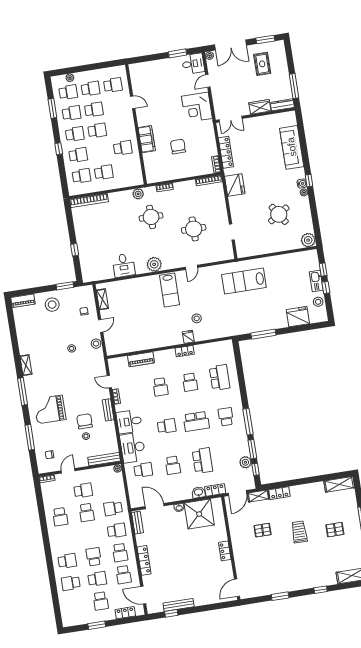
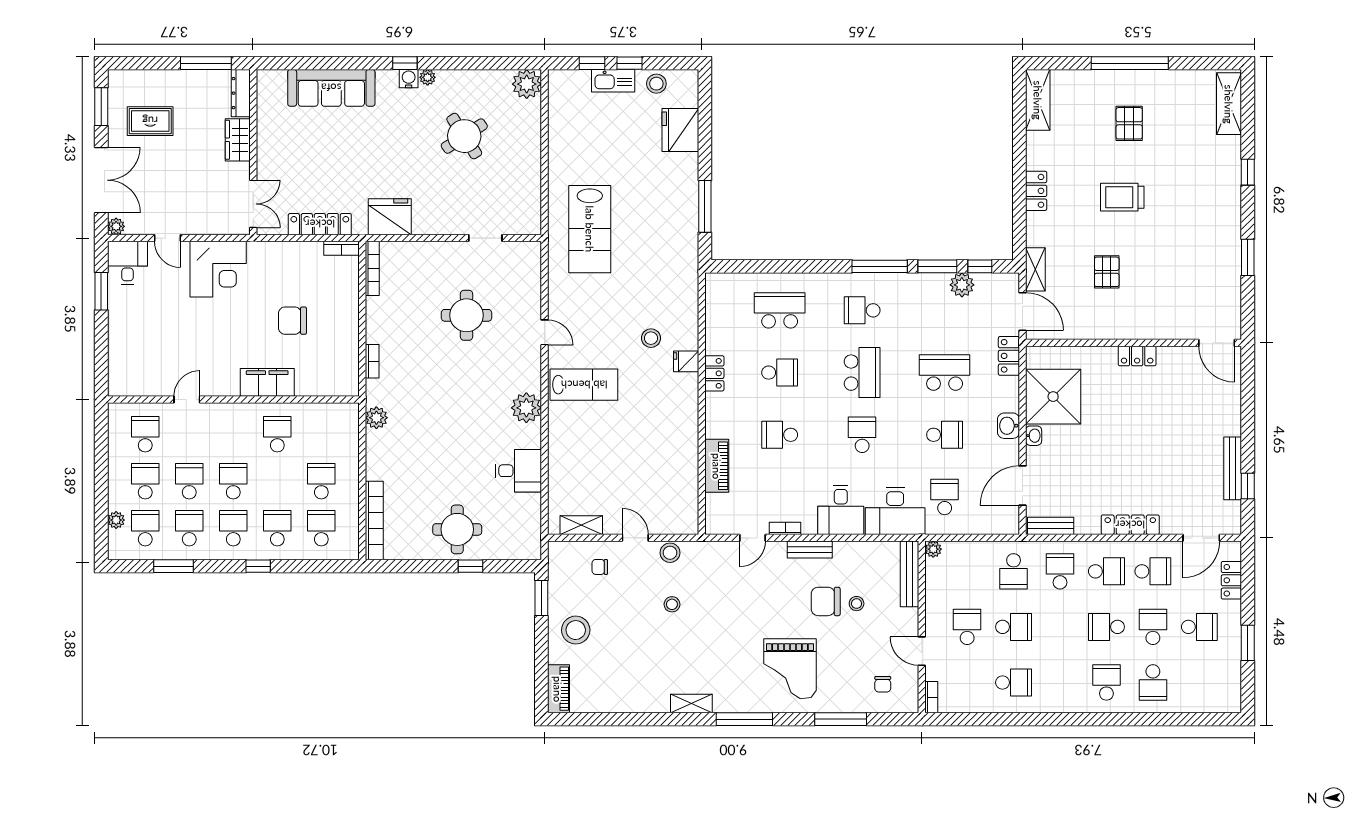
round table: (151, 217) -> (457, 529), moved
school desk: (160, 387) -> (780, 435), turned 180
washbasin: (198, 492) -> (1008, 426), moved
locker: (279, 493) -> (1036, 191), moved

